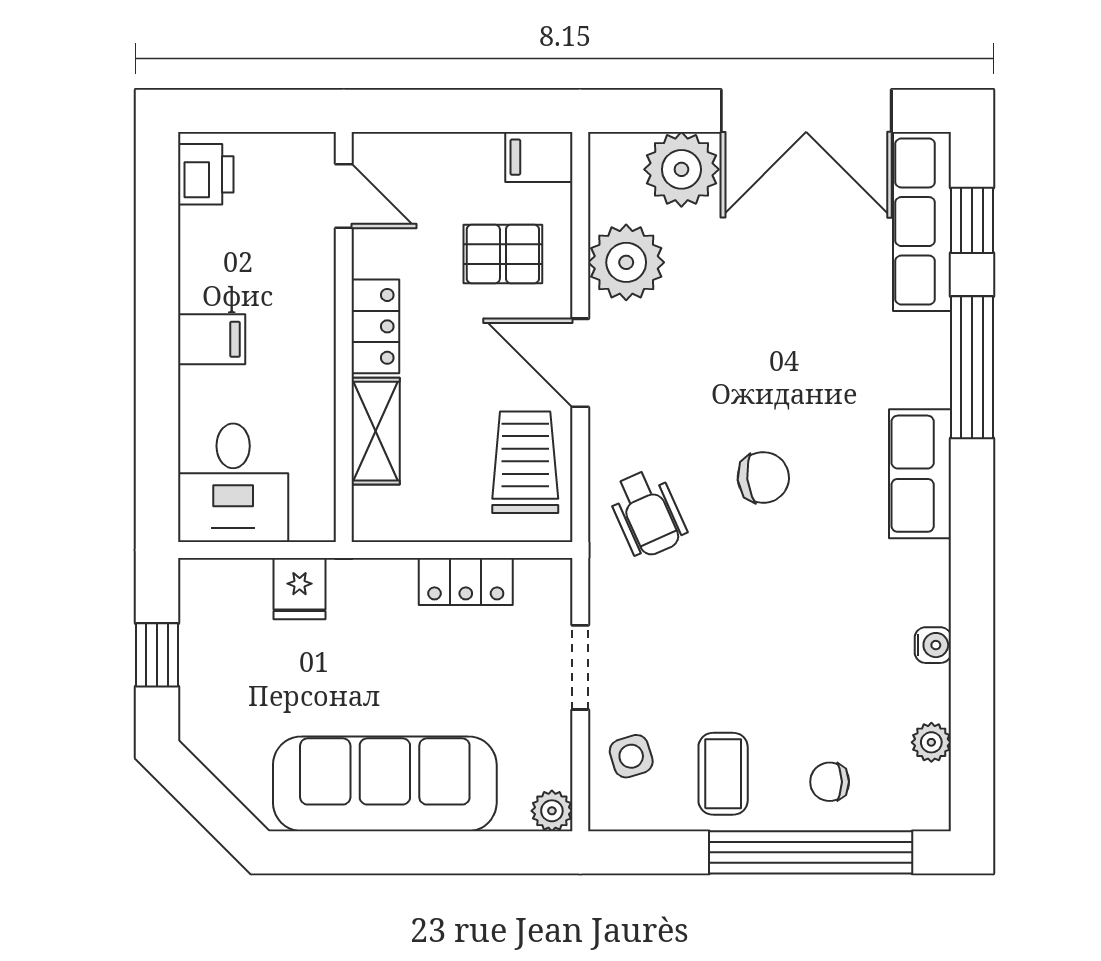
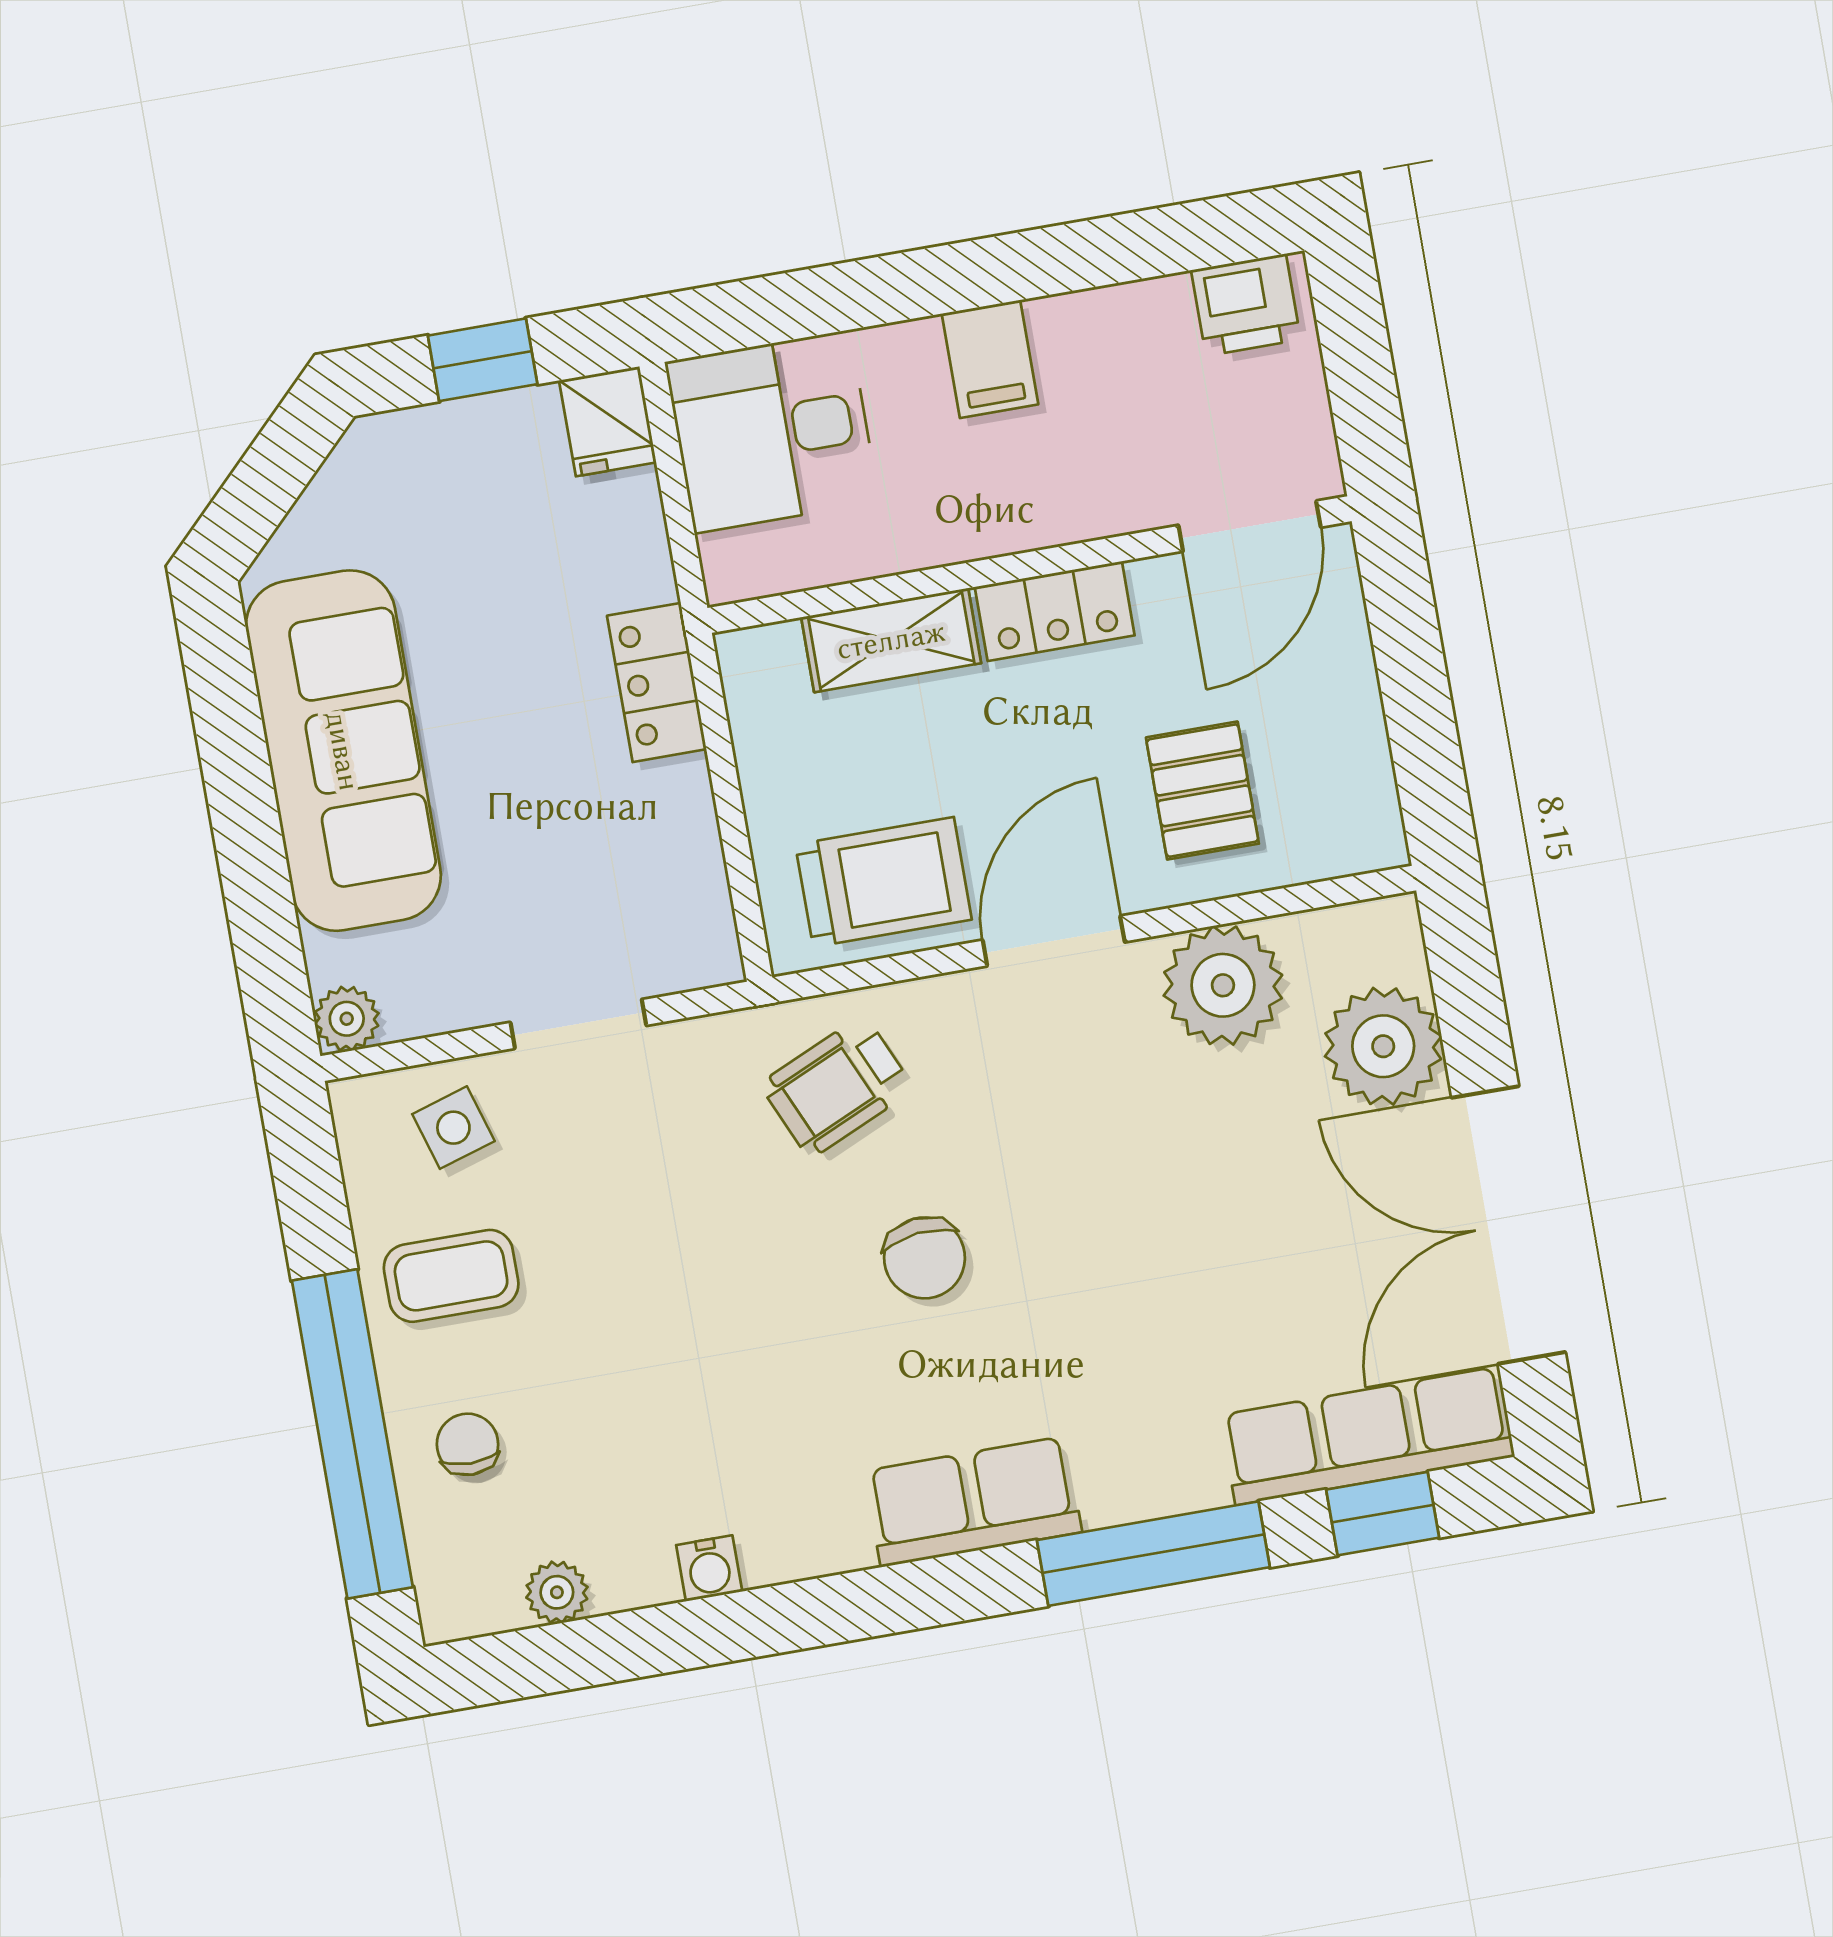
filing cabinet: (539, 157) -> (1364, 820), removed
door: (344, 196) -> (1250, 526), width x1.38
locker: (466, 582) -> (657, 682), moved
fridge: (300, 589) -> (608, 421), moved, turned -90

